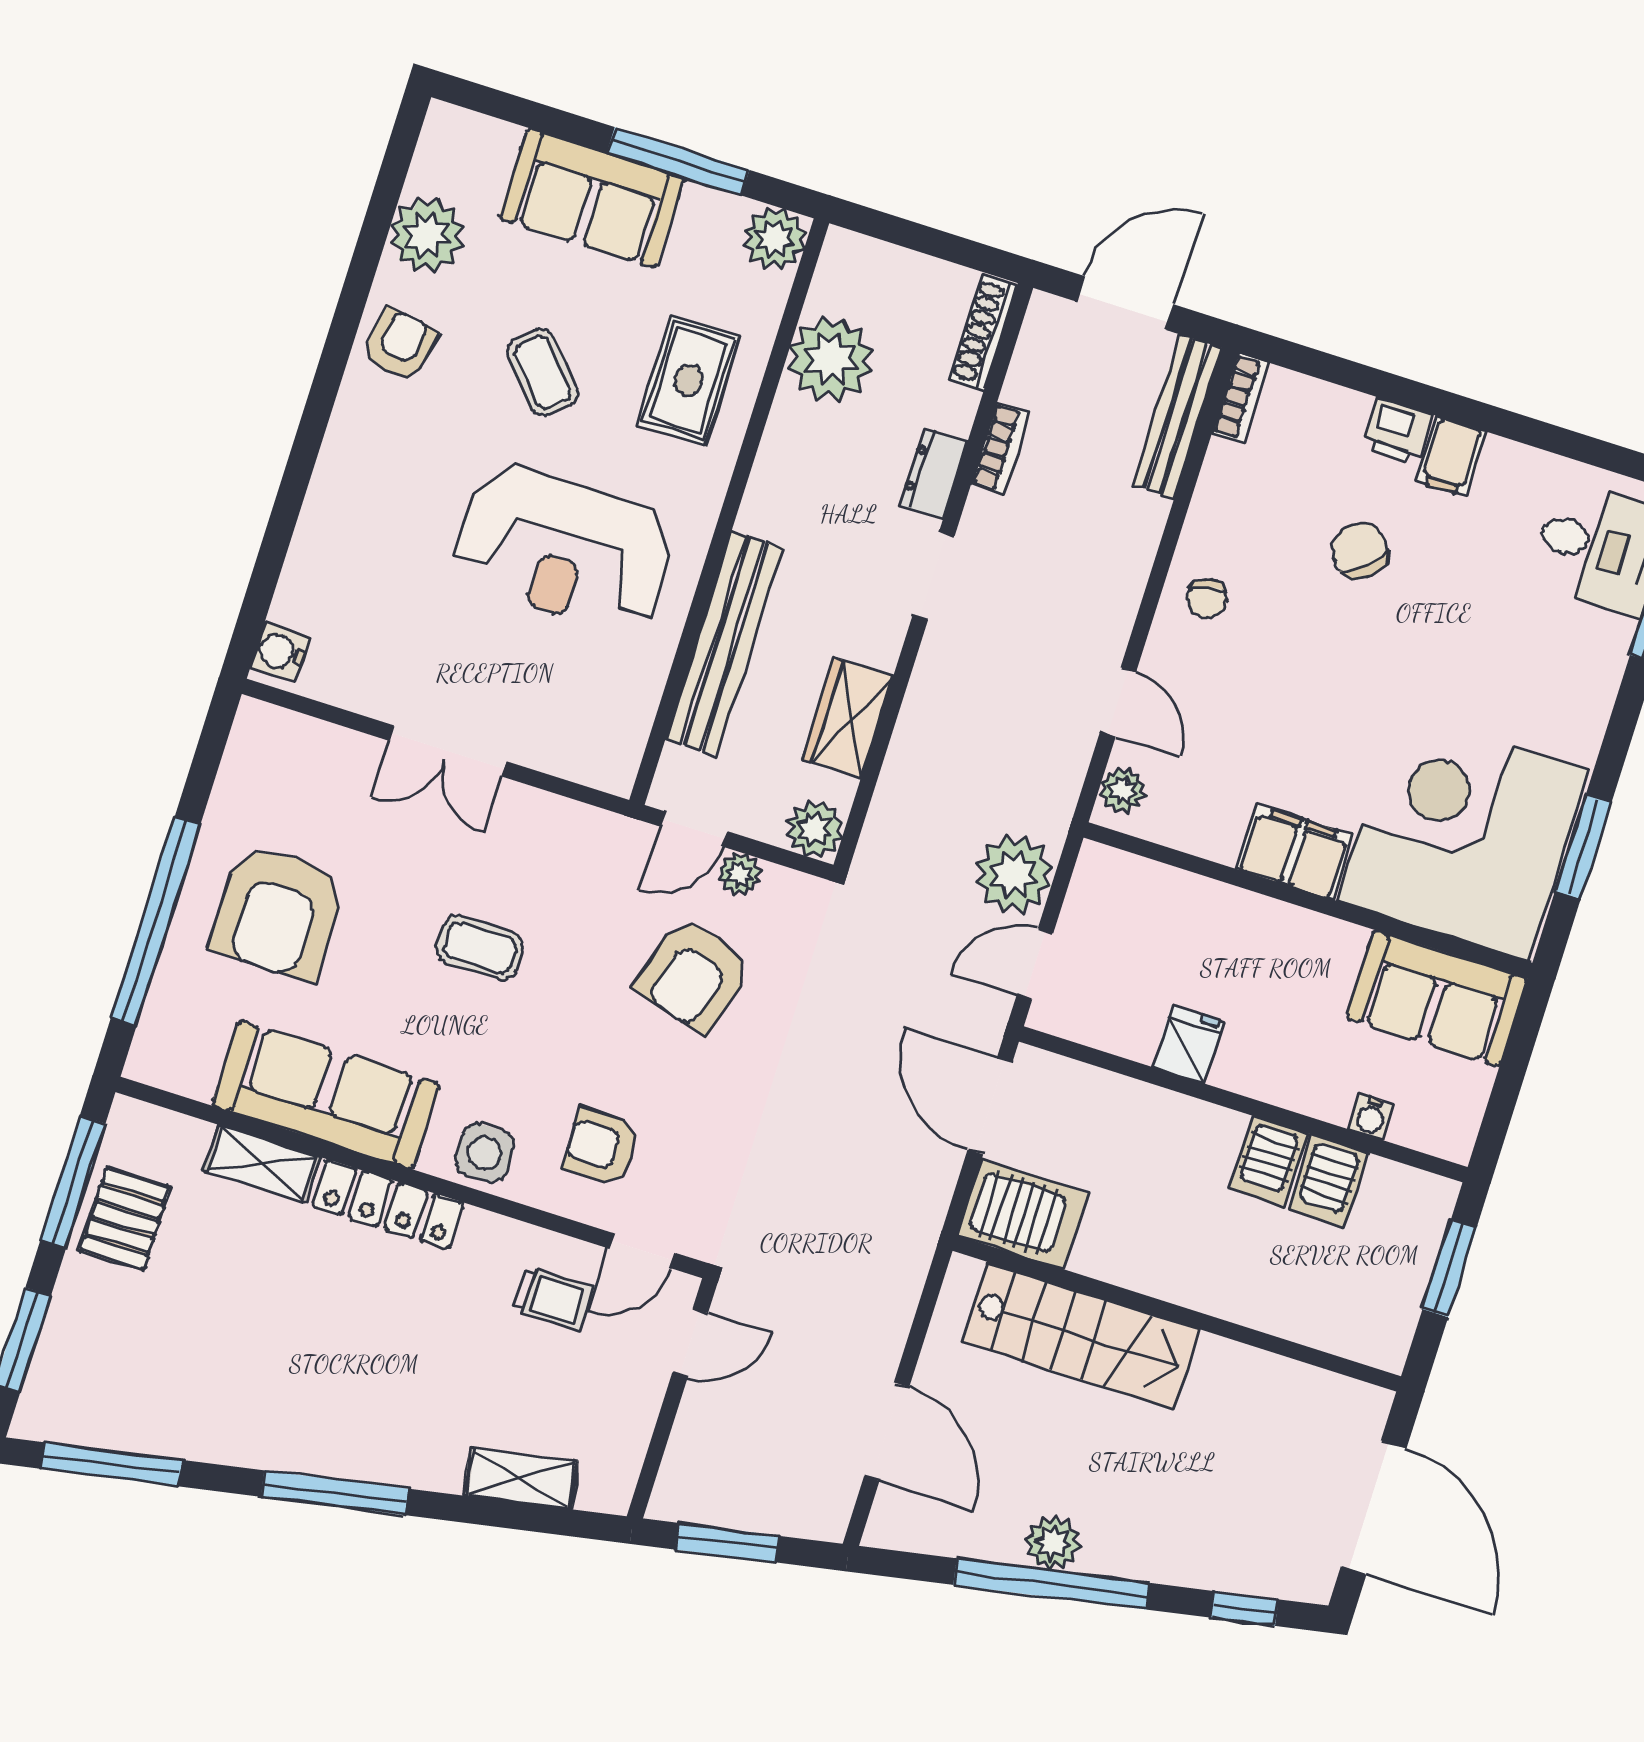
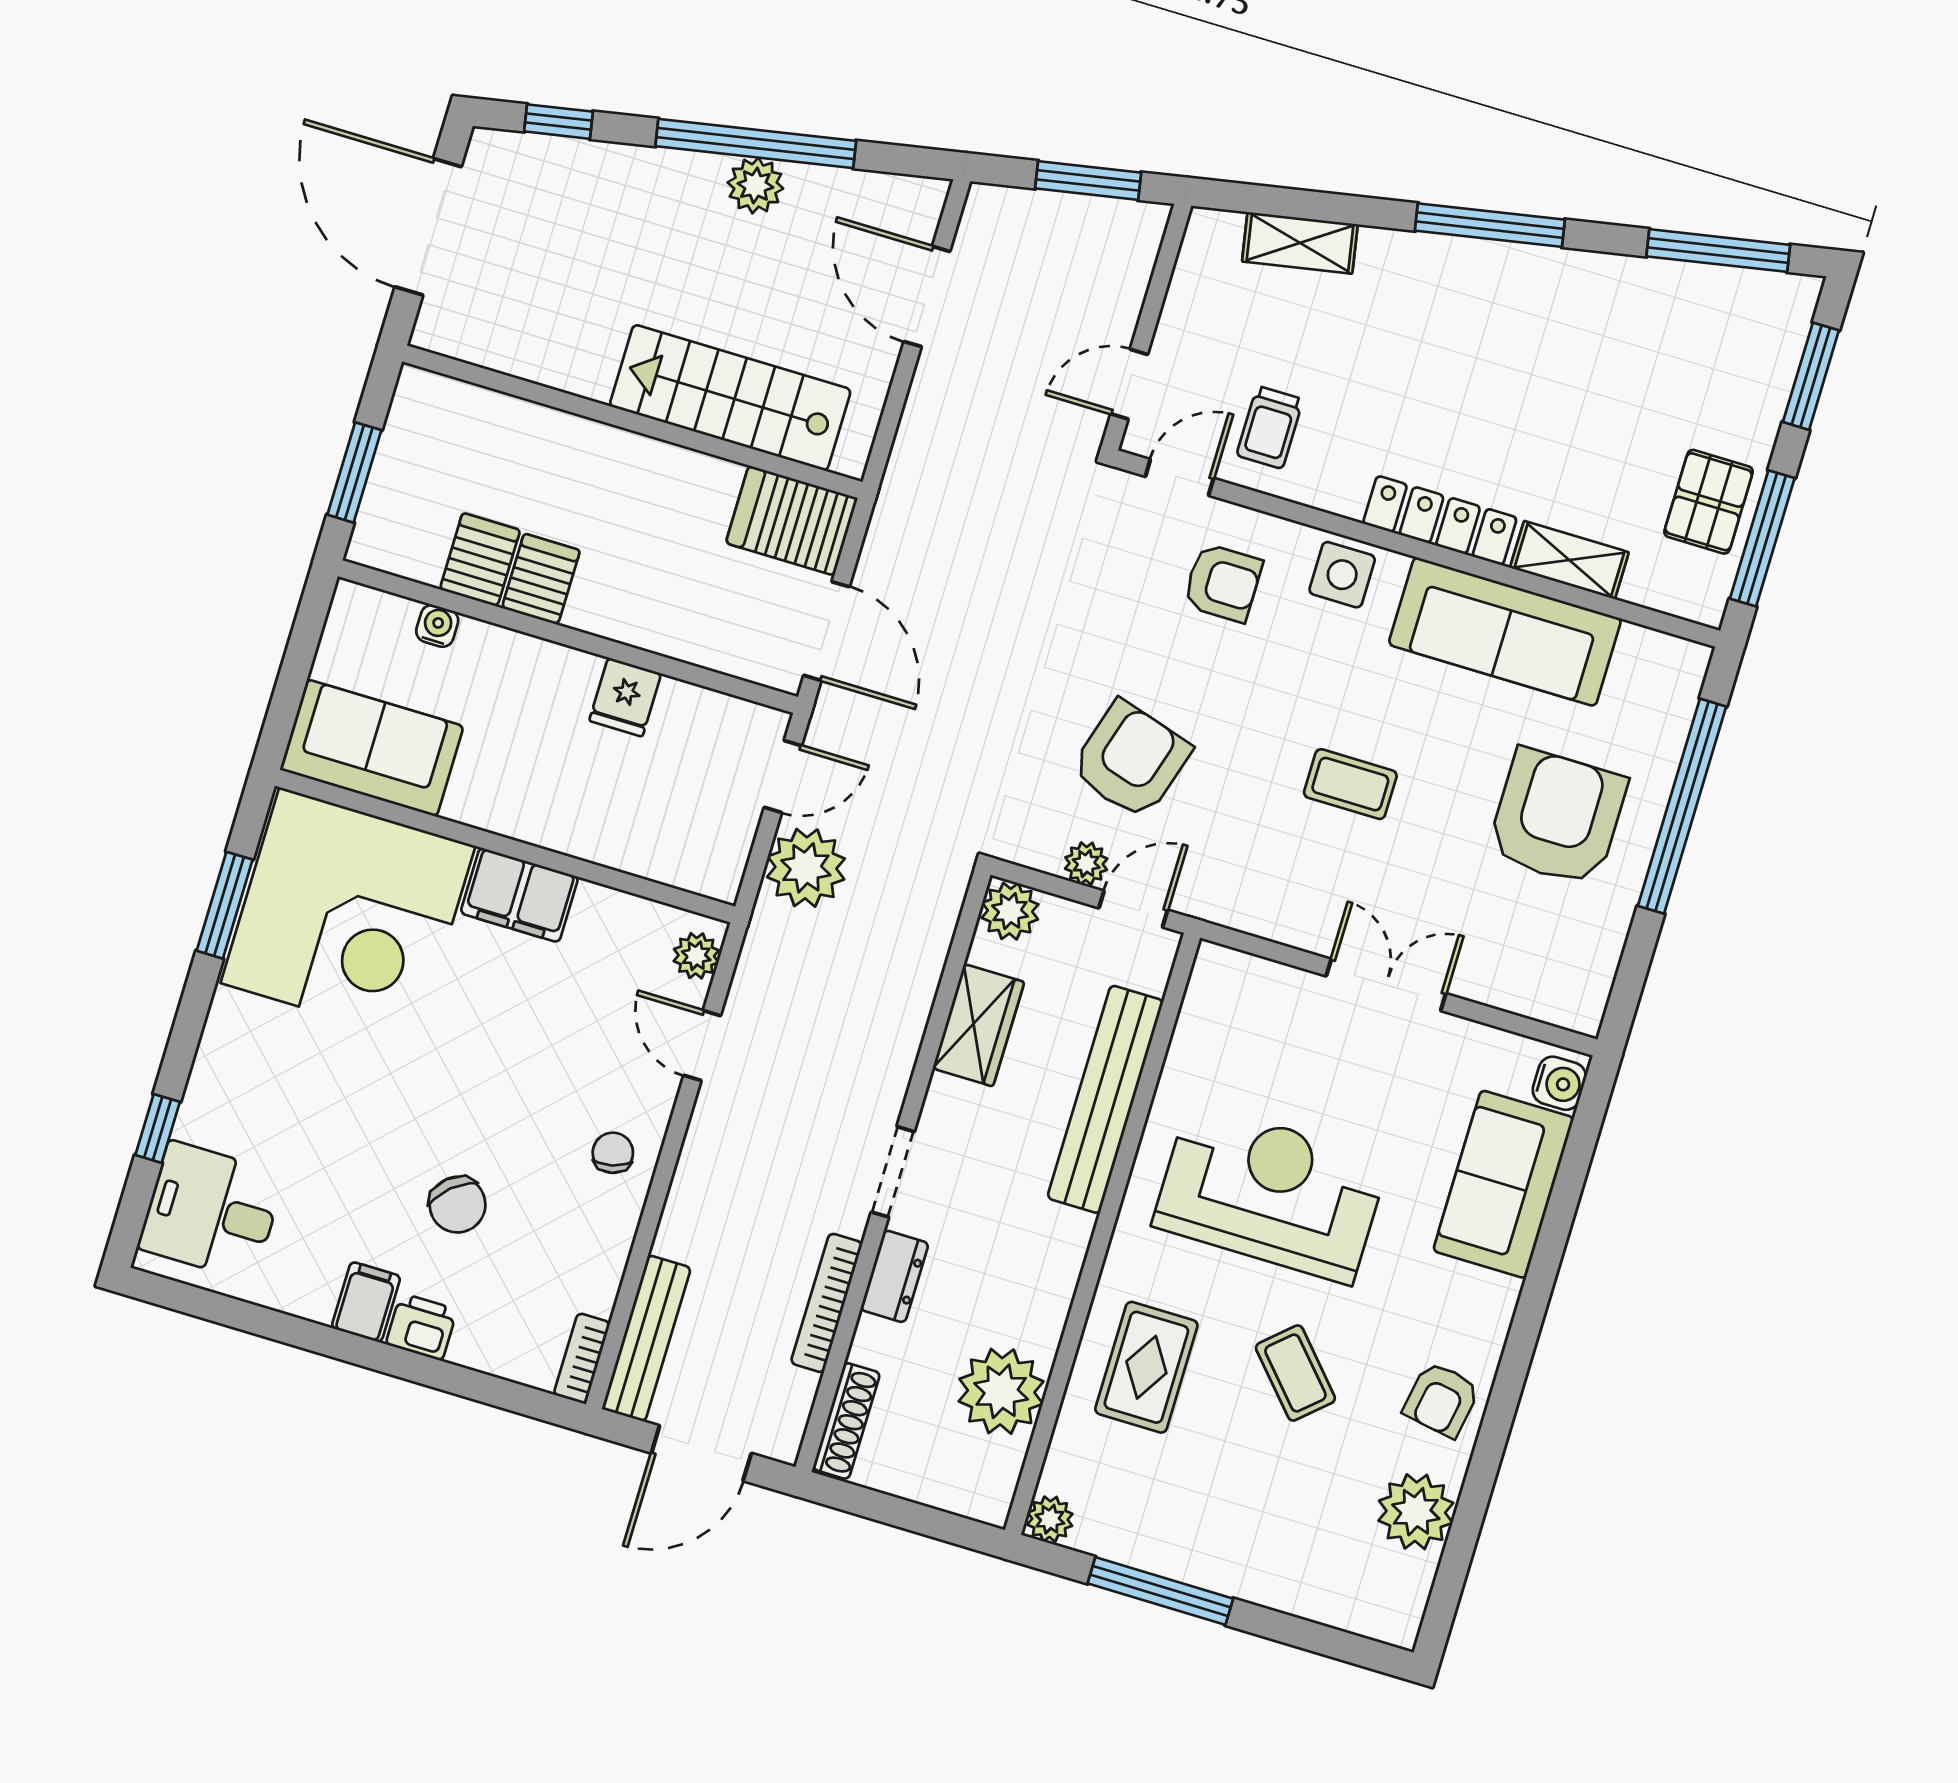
sofa: (592, 198) -> (1503, 1184), moved, turned -90
plant: (774, 239) -> (1050, 1519), width x0.73, depth x0.73
bookcase: (1000, 448) -> (827, 1303), width x1.56
trolley: (553, 1298) -> (1270, 427), turned -90

